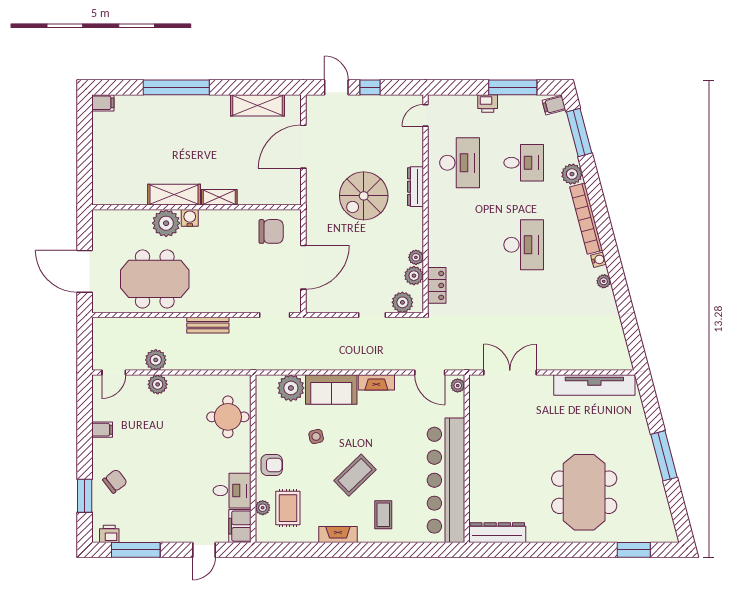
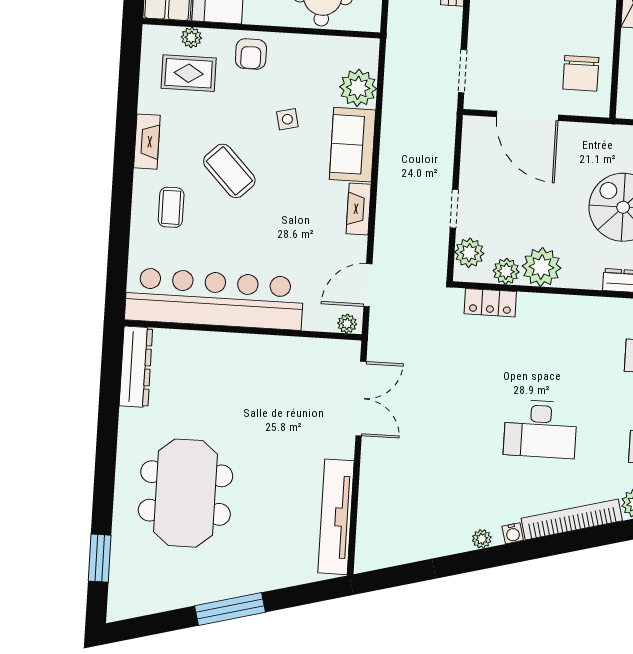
plant: (416, 257) -> (541, 267), width x1.87, depth x1.87
meeting table: (584, 492) -> (185, 493), turned 90
coffee table: (383, 515) -> (171, 207), turned 90

